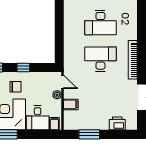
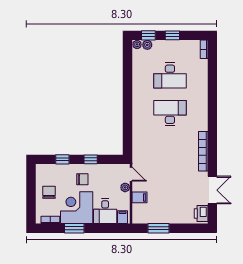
desk: (100, 23) -> (170, 113), turned 180
desk: (100, 59) -> (170, 151), removed
printer: (117, 123) -> (201, 213), moved, turned -90

